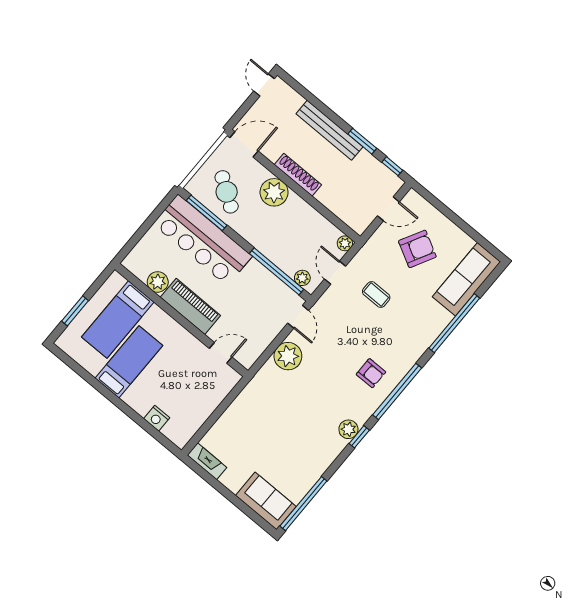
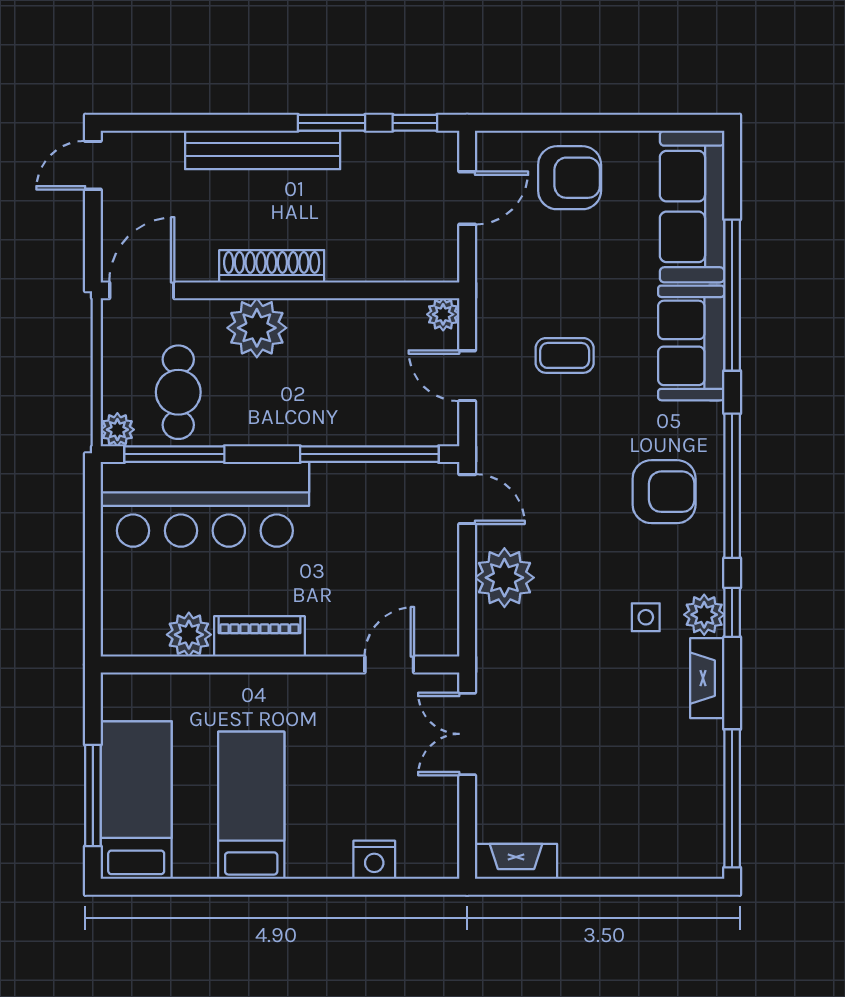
door: (264, 85) -> (93, 165), hinge flipped
cafe table: (227, 192) -> (178, 392), turned 56
armchair: (417, 249) -> (570, 178), moved, turned 62
plant: (302, 278) -> (117, 430), moved
piano: (190, 306) -> (259, 636), width x0.73, depth x0.75
window: (75, 311) -> (93, 796), width x1.44
bed: (118, 320) -> (136, 800), moved, turned 180
armchair: (371, 373) -> (664, 492), width x1.38, depth x1.38
double door: (228, 401) -> (467, 734), added
side table: (327, 413) -> (646, 617), added
fireplace: (331, 453) -> (707, 678), added
sofa: (266, 501) -> (691, 343), moved, turned -90

